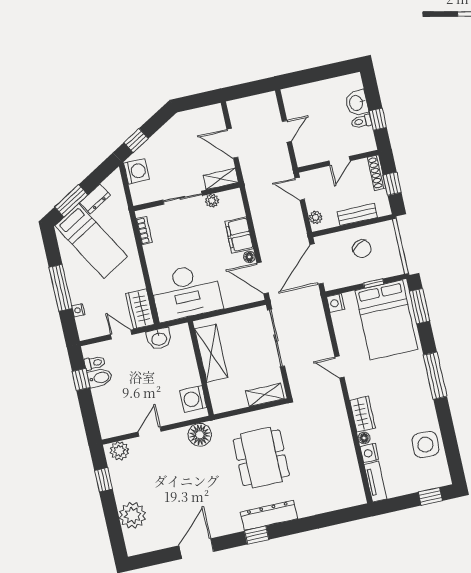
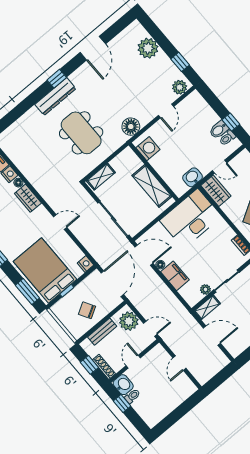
washbasin: (357, 103) -> (123, 385), moved
plant: (316, 217) -> (129, 321), width x1.88, depth x1.88

